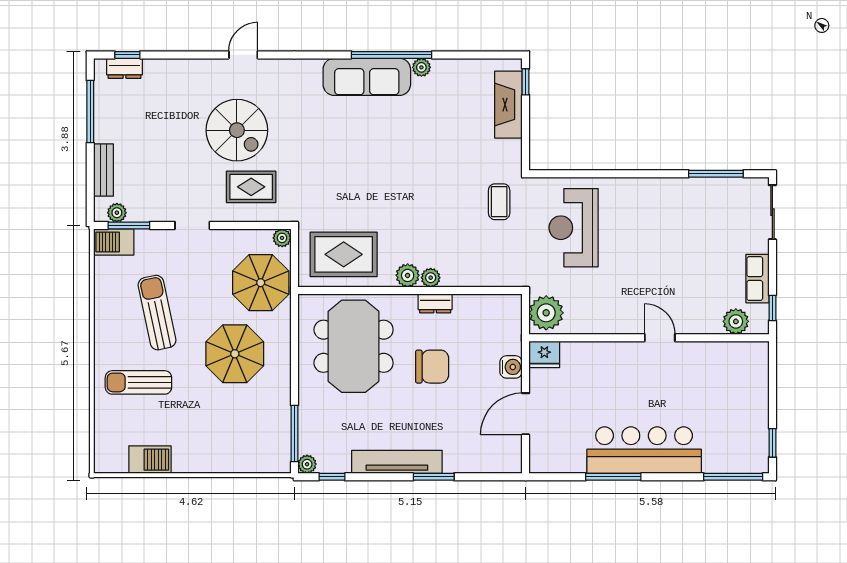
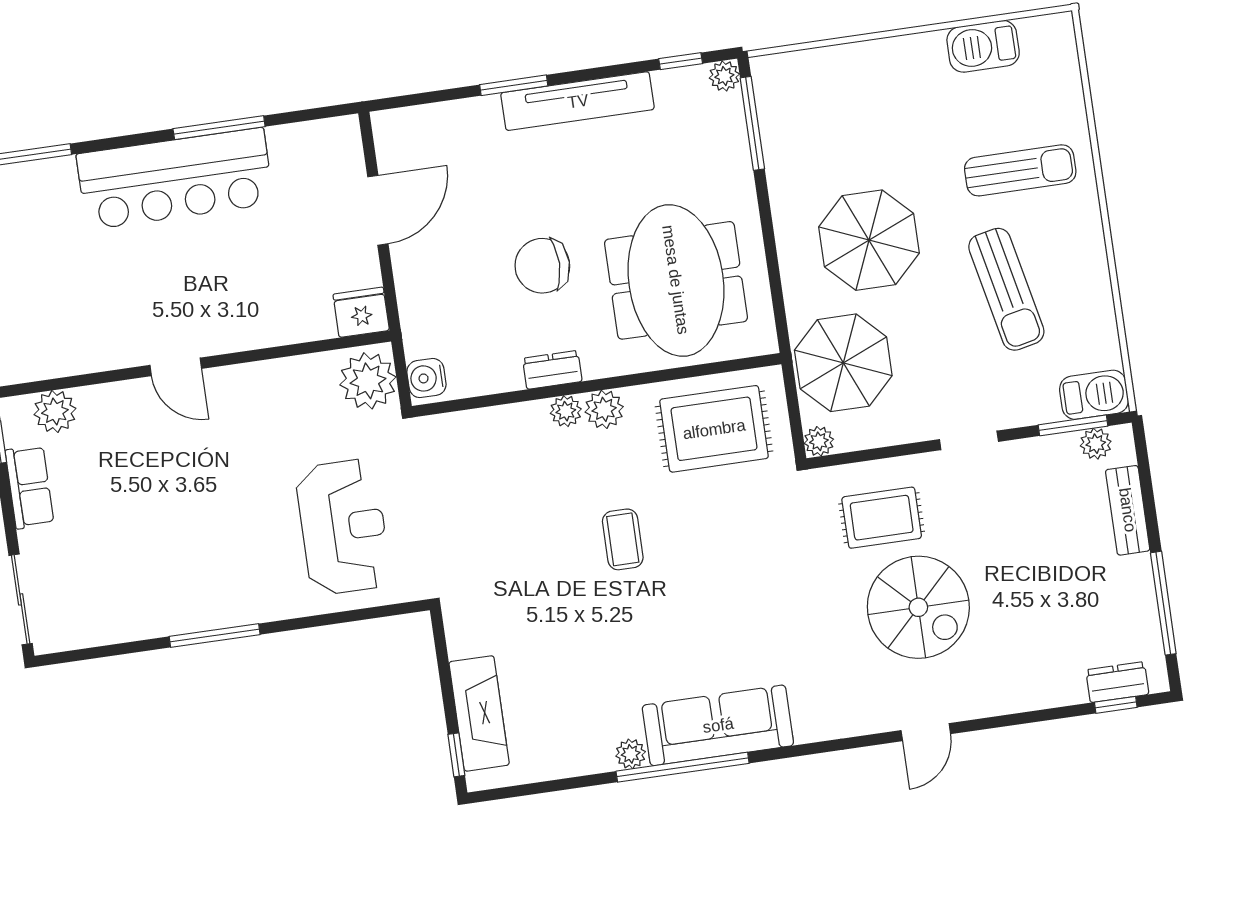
spiral stairs: (237, 130) -> (918, 607), turned 180
window: (716, 174) -> (215, 636), moved
coffee table: (499, 202) -> (623, 539), moved
water cooler: (511, 367) -> (426, 378), moved

